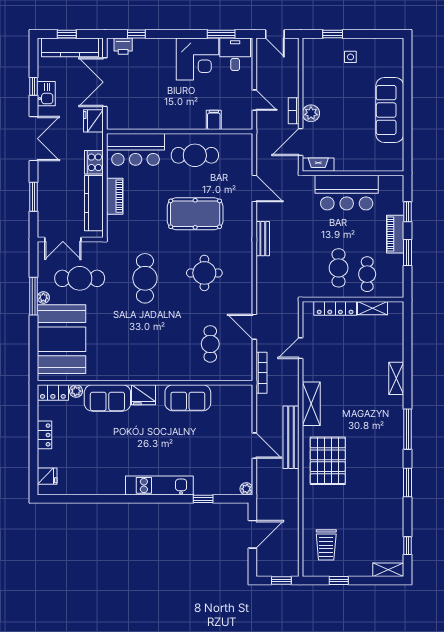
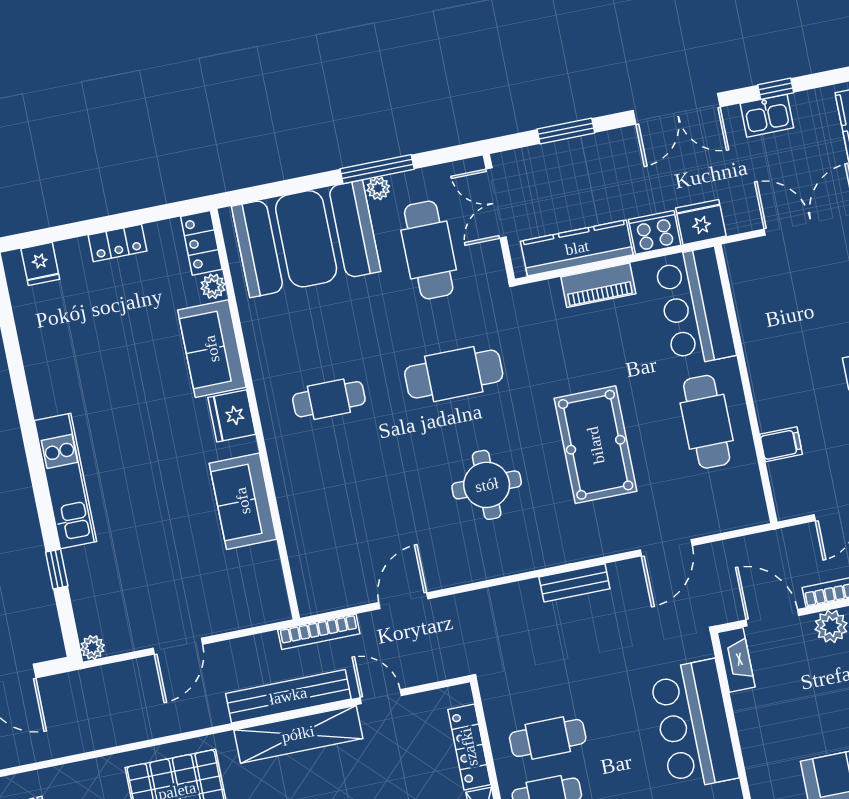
fridge: (93, 121) -> (701, 222), moved
cafe table: (210, 344) -> (329, 399), moved
shelving: (311, 404) -> (298, 734), width x1.47
bench: (291, 437) -> (288, 696), moved

